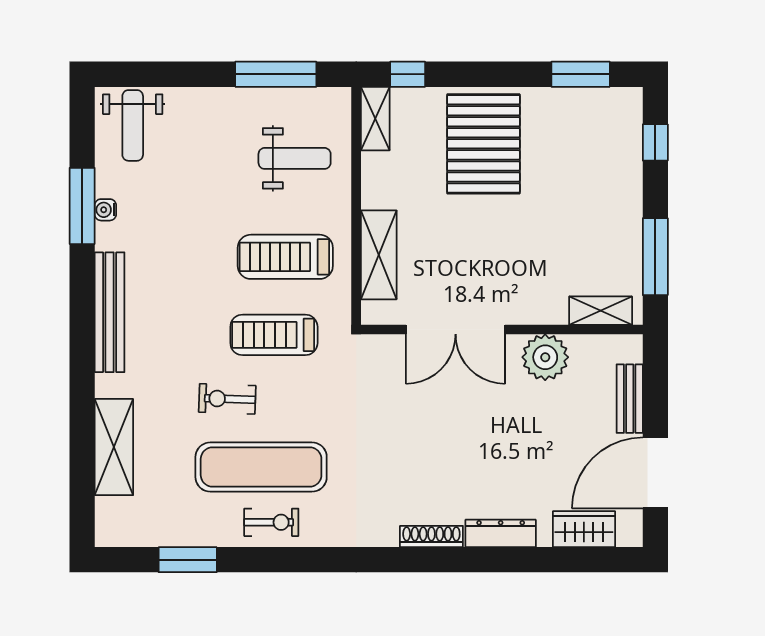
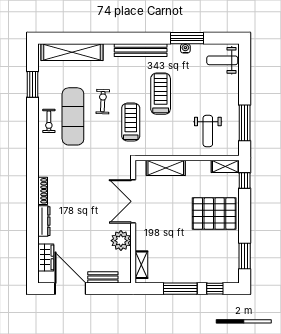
treadmill: (285, 257) -> (161, 94), moved
window: (655, 257) -> (180, 289), moved
shelving: (114, 447) -> (72, 52), width x1.47

